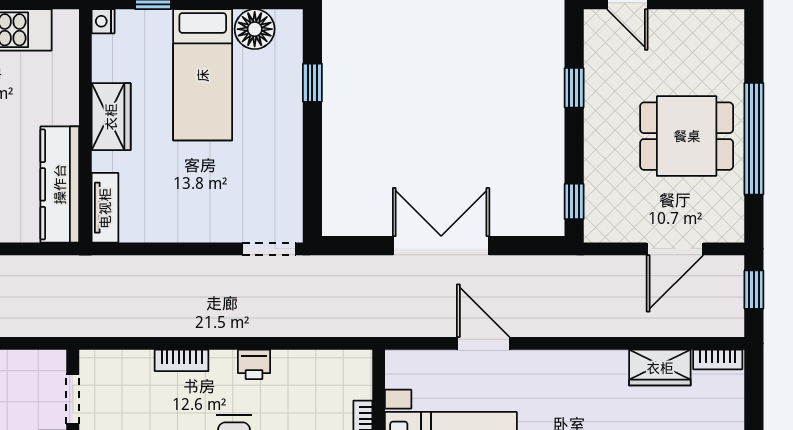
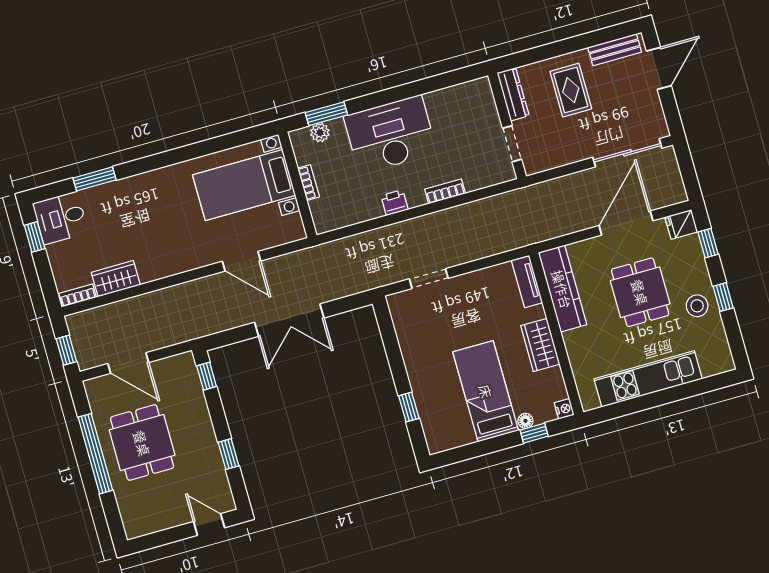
floor lamp: (255, 29) -> (525, 421), moved, width x0.53, depth x0.53
dining table: (687, 136) -> (142, 443), turned 90
doorway: (269, 249) -> (429, 279), moved
door: (675, 249) -> (128, 363), swing flipped

